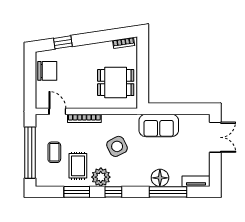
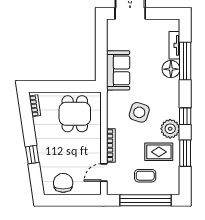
window: (63, 42) -> (32, 155), moved
side table: (117, 146) -> (139, 112), turned 45
tv unit: (196, 181) -> (174, 45), moved

